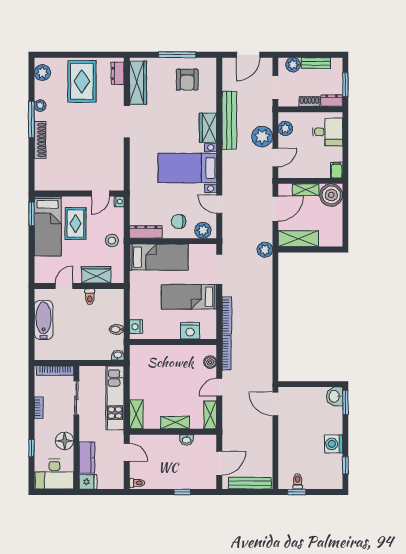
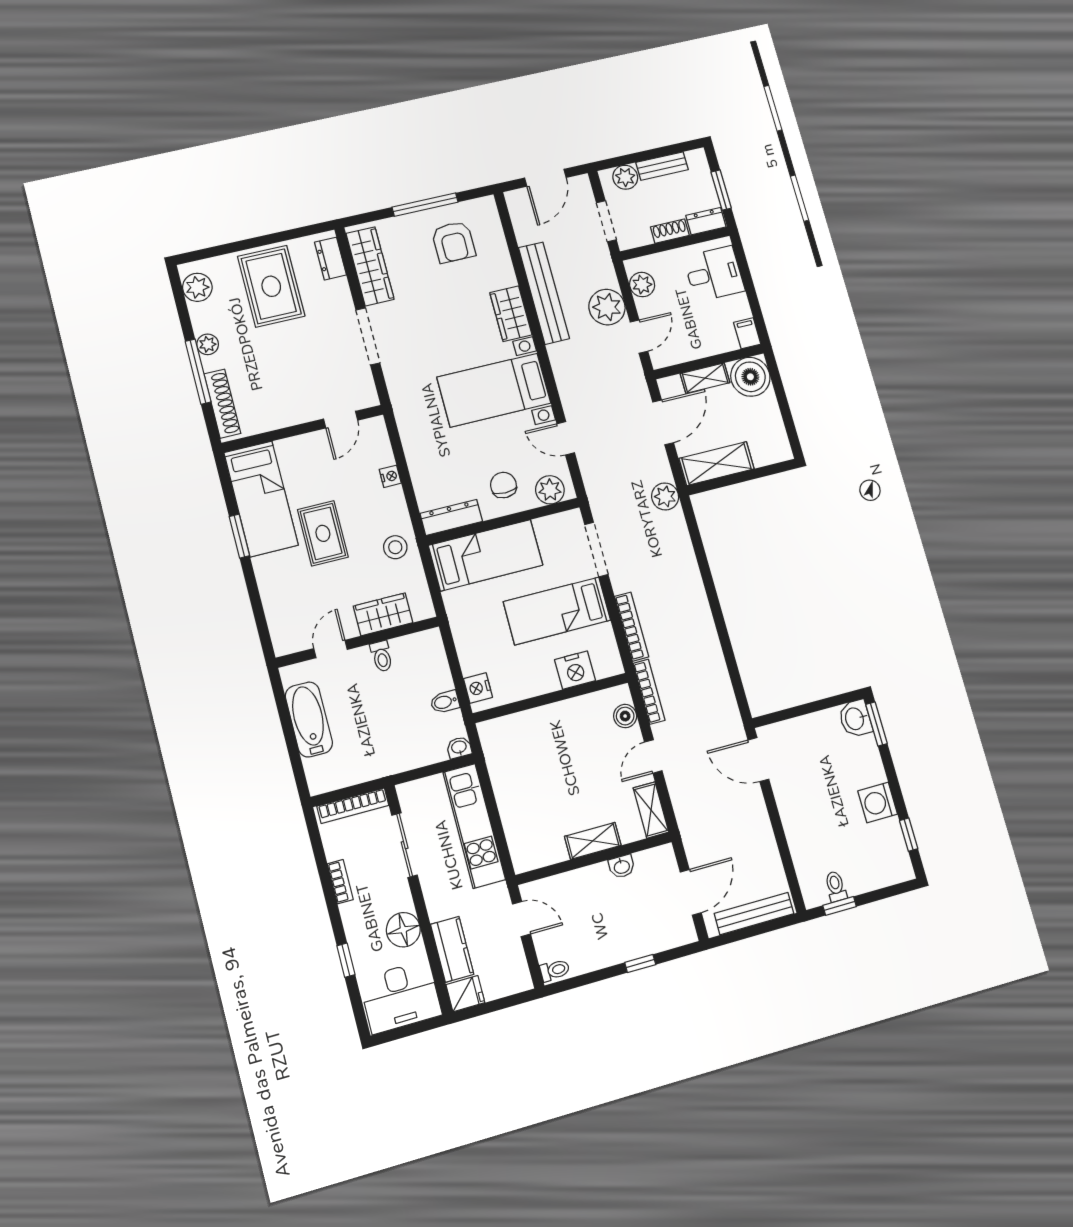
wall: (79, 193) -> (303, 429), moved
door: (100, 193) -> (341, 420), moved
chair: (179, 221) -> (503, 485), turned 90
bed: (48, 226) -> (261, 499), moved
shelving: (136, 414) -> (520, 845), removed

